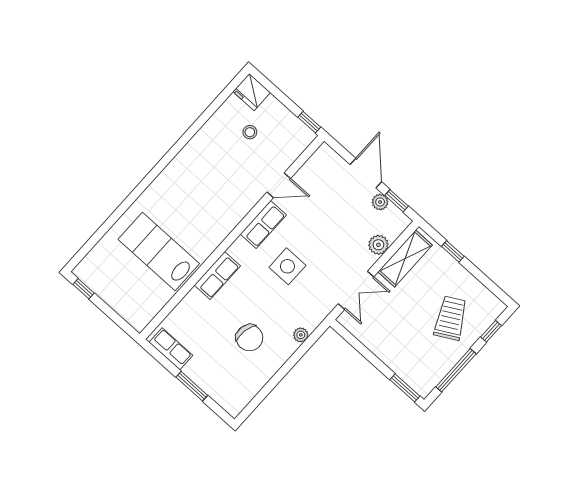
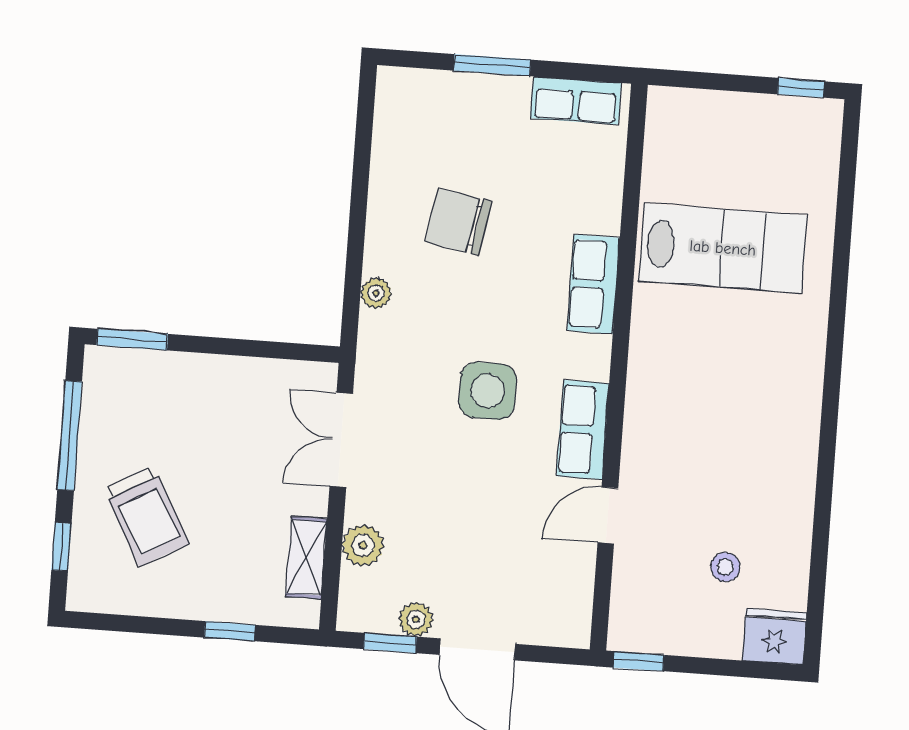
shelving: (405, 258) -> (306, 558), width x0.67, depth x0.75

